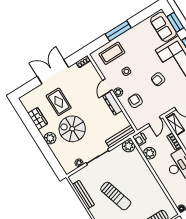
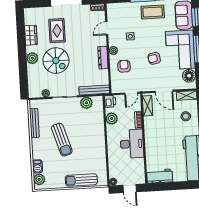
coffee table: (112, 53) -> (153, 12), moved
door: (107, 85) -> (107, 28), moved
spiral stairs: (72, 129) -> (56, 61), turned 180
plant: (129, 146) -> (86, 103), moved

